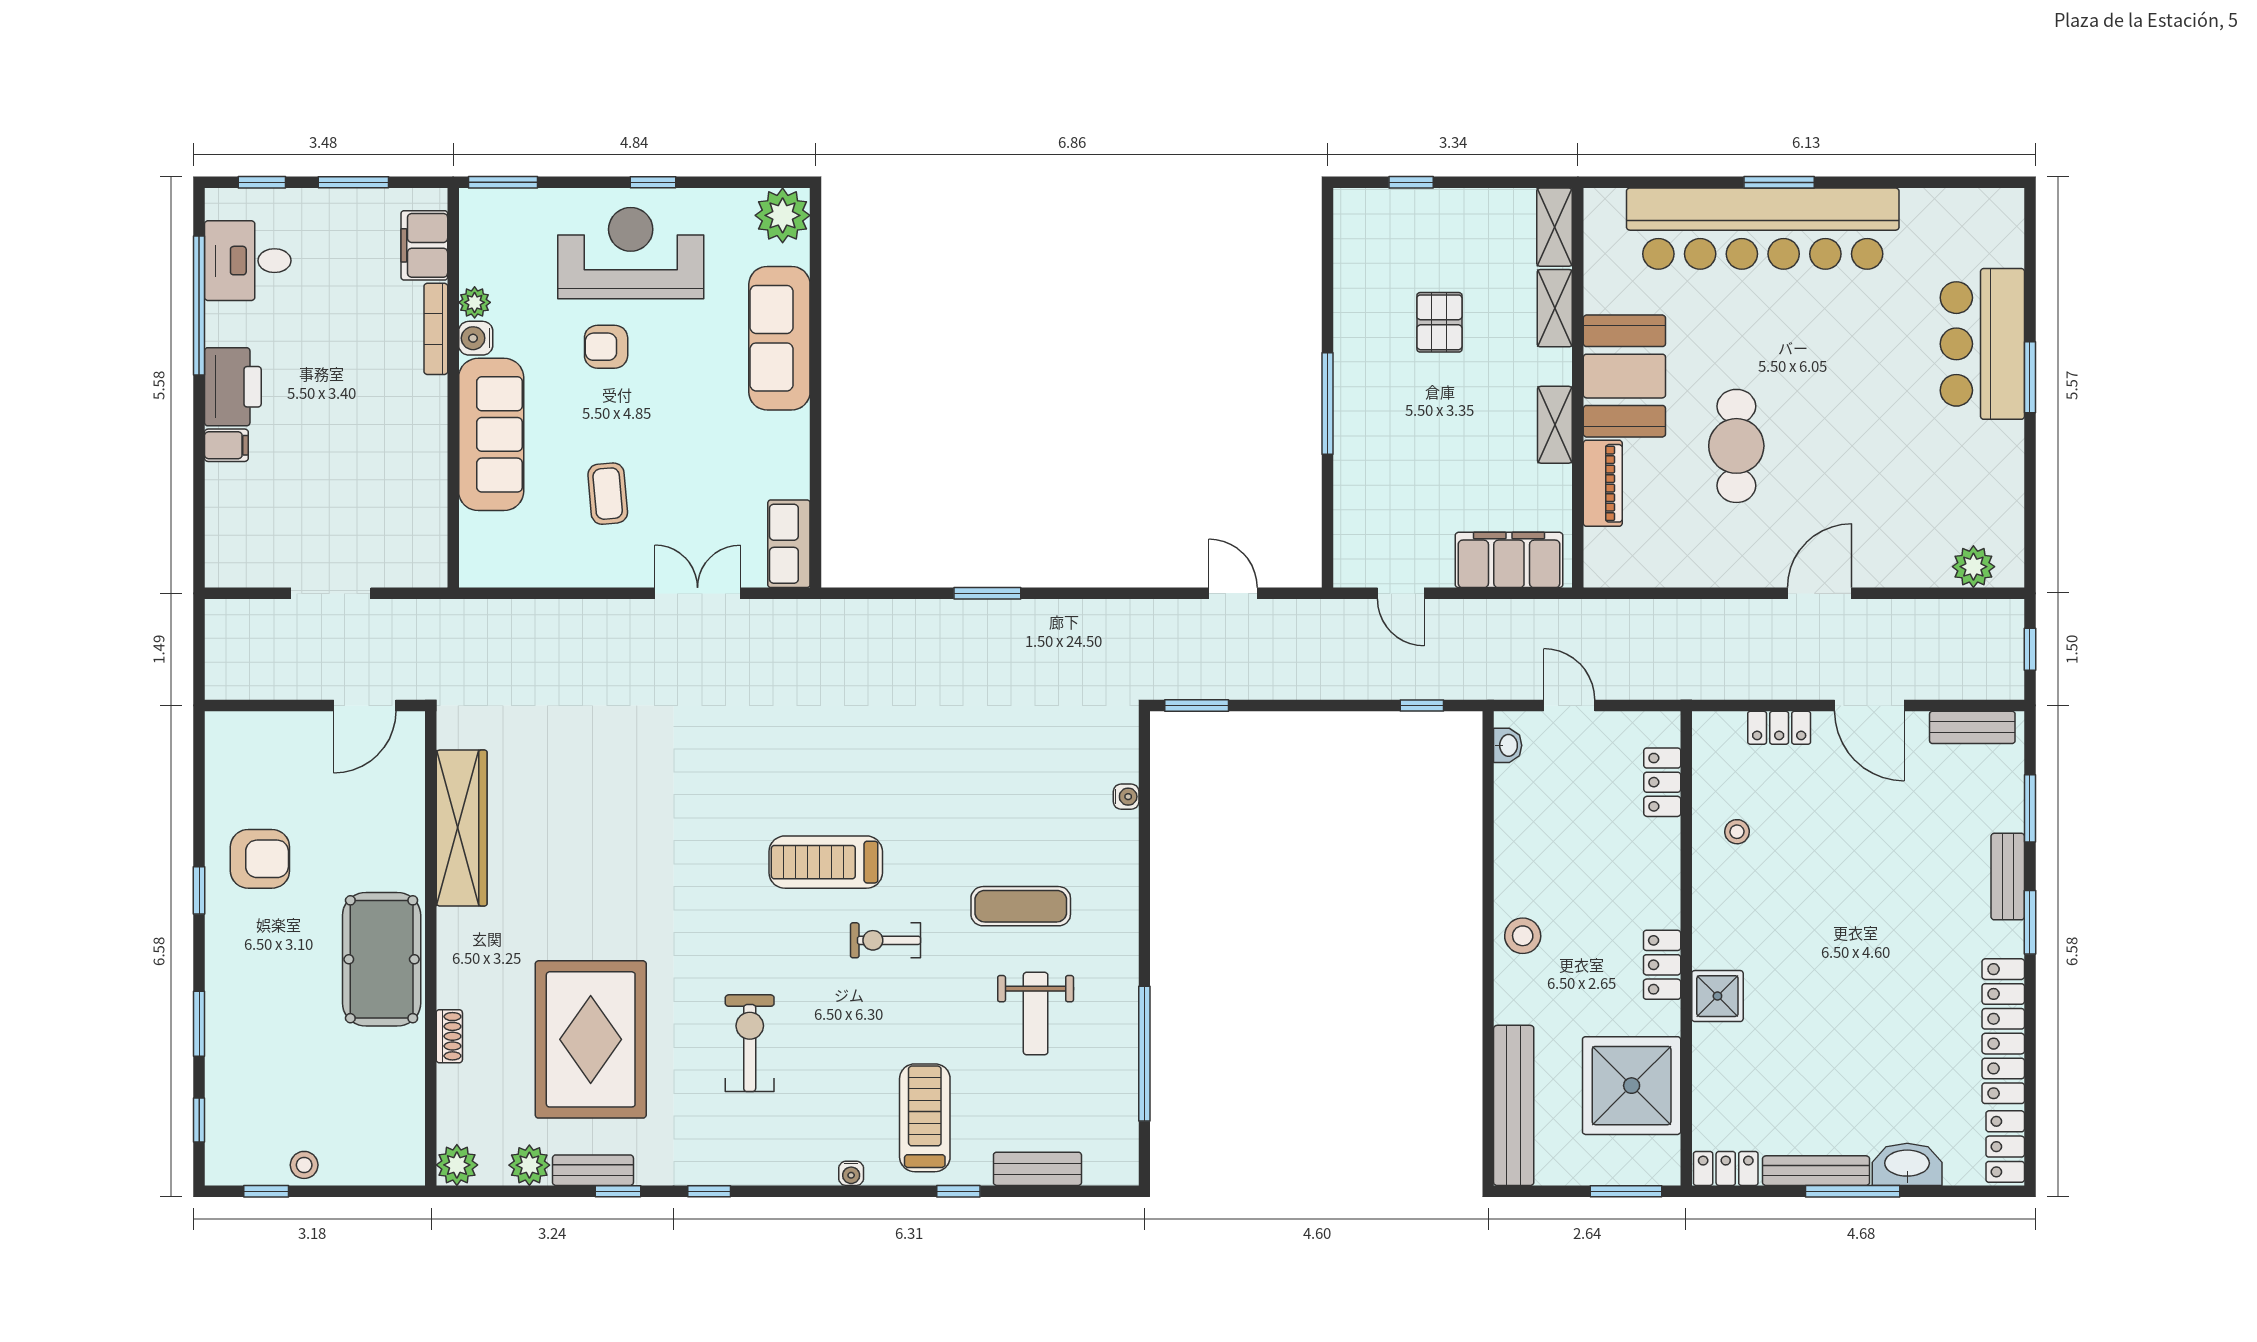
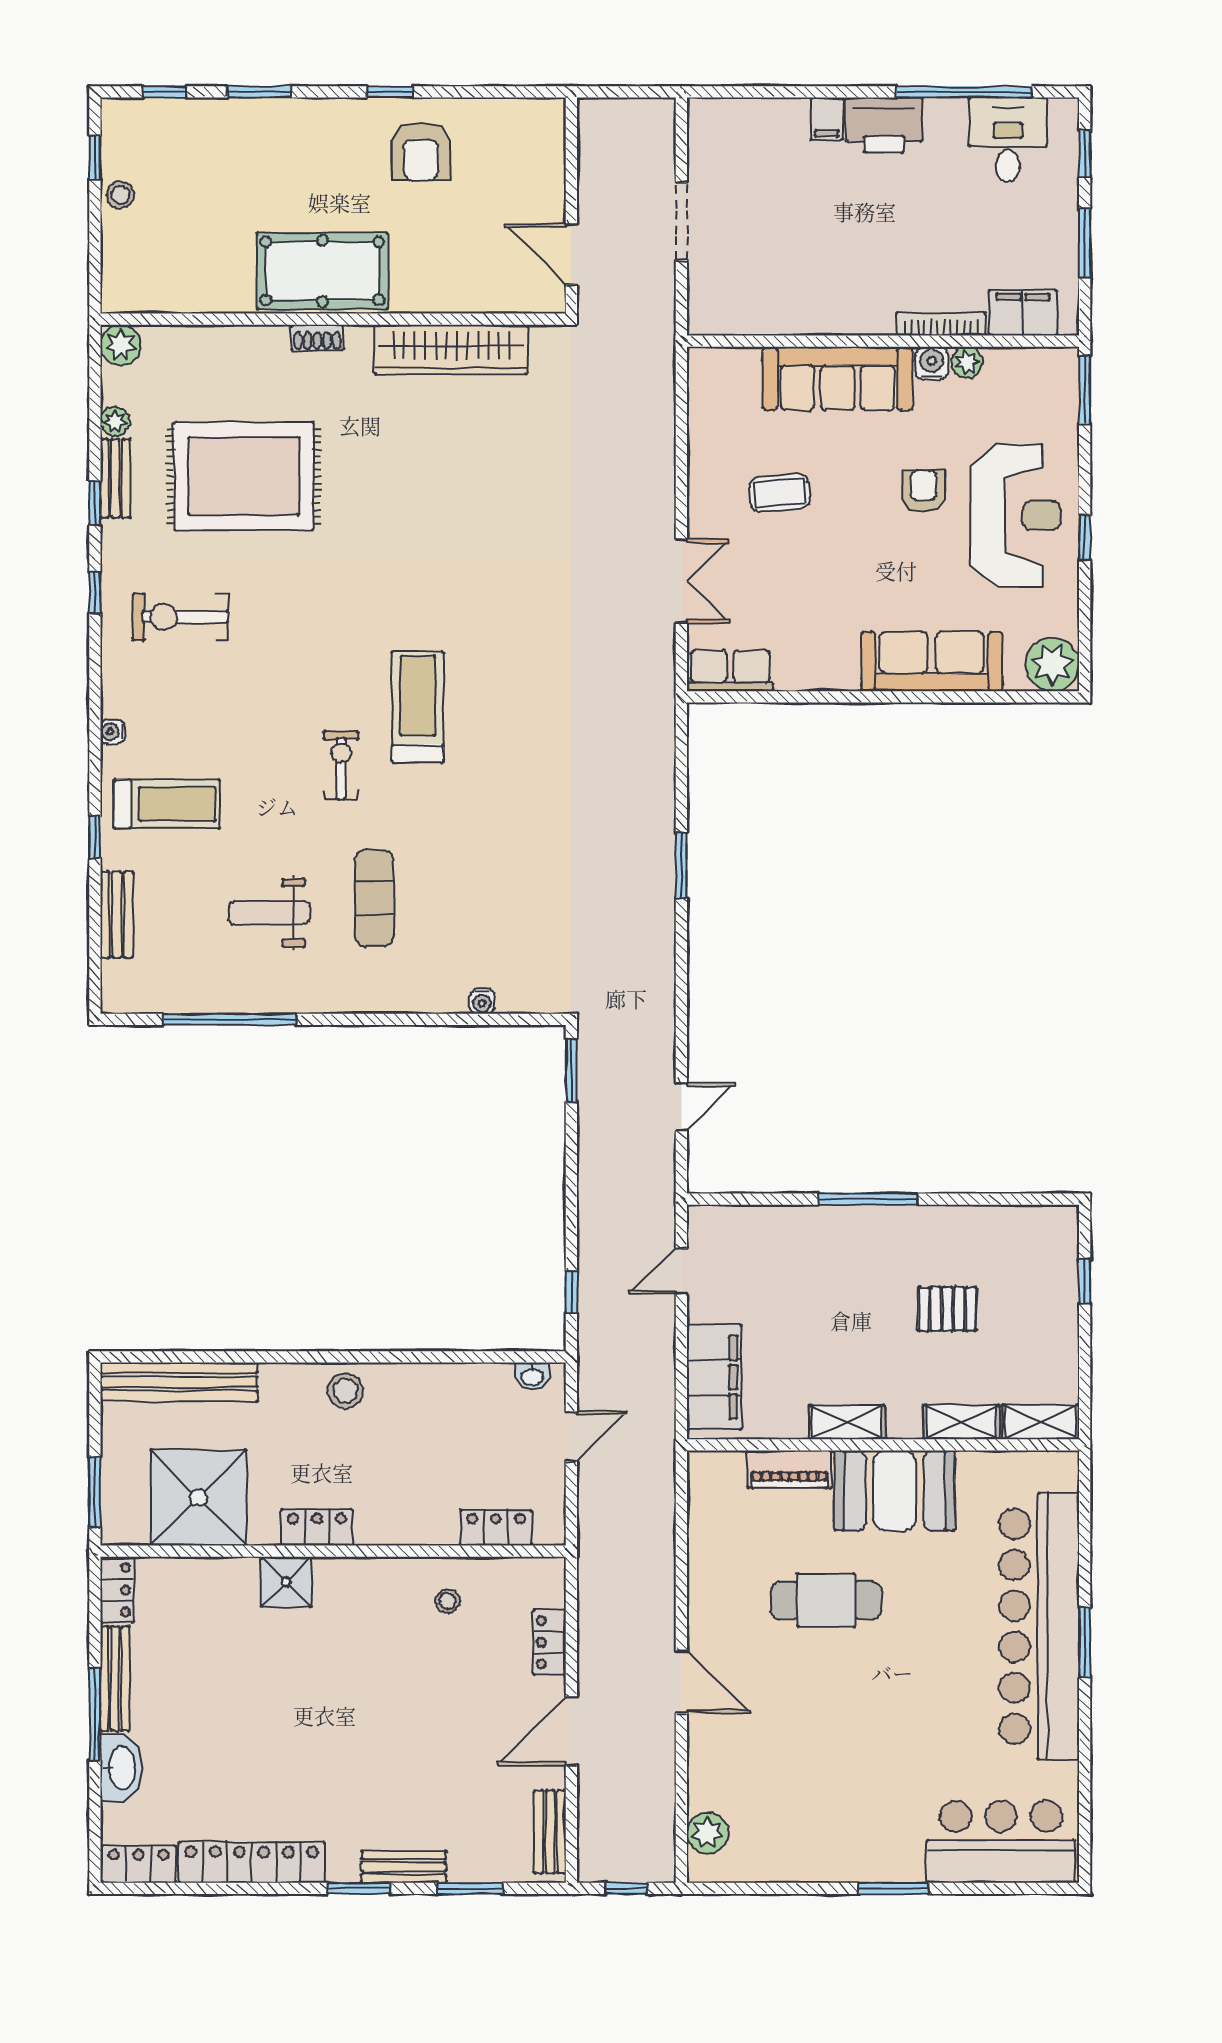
bar counter: (1982, 344) -> (1001, 1842), moved
shoe rack: (449, 1036) -> (317, 337), moved
exercise bike: (750, 1043) -> (181, 617), moved, turned 180
plant: (529, 1165) -> (115, 421), width x0.73, depth x0.73

